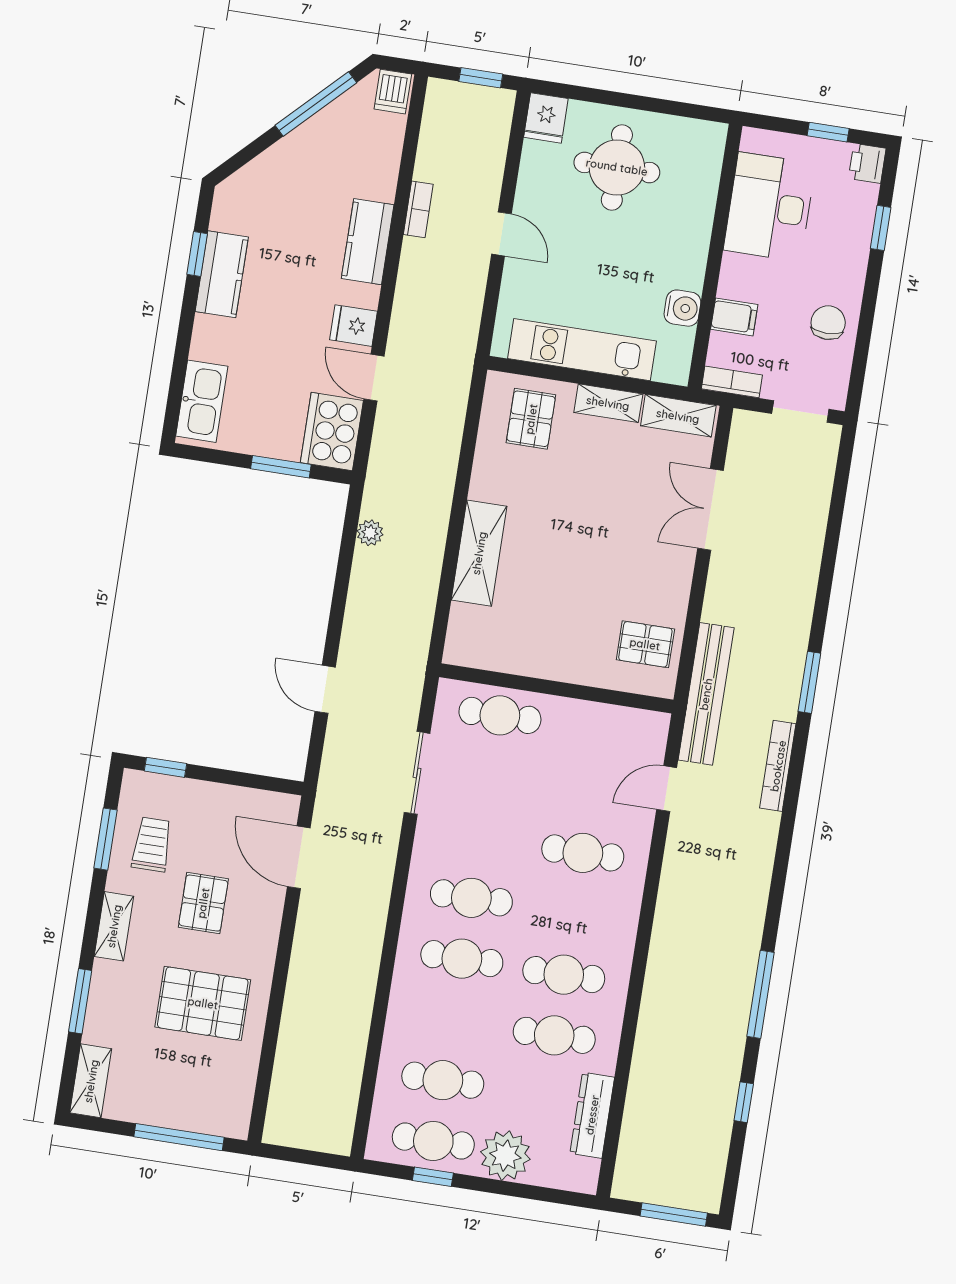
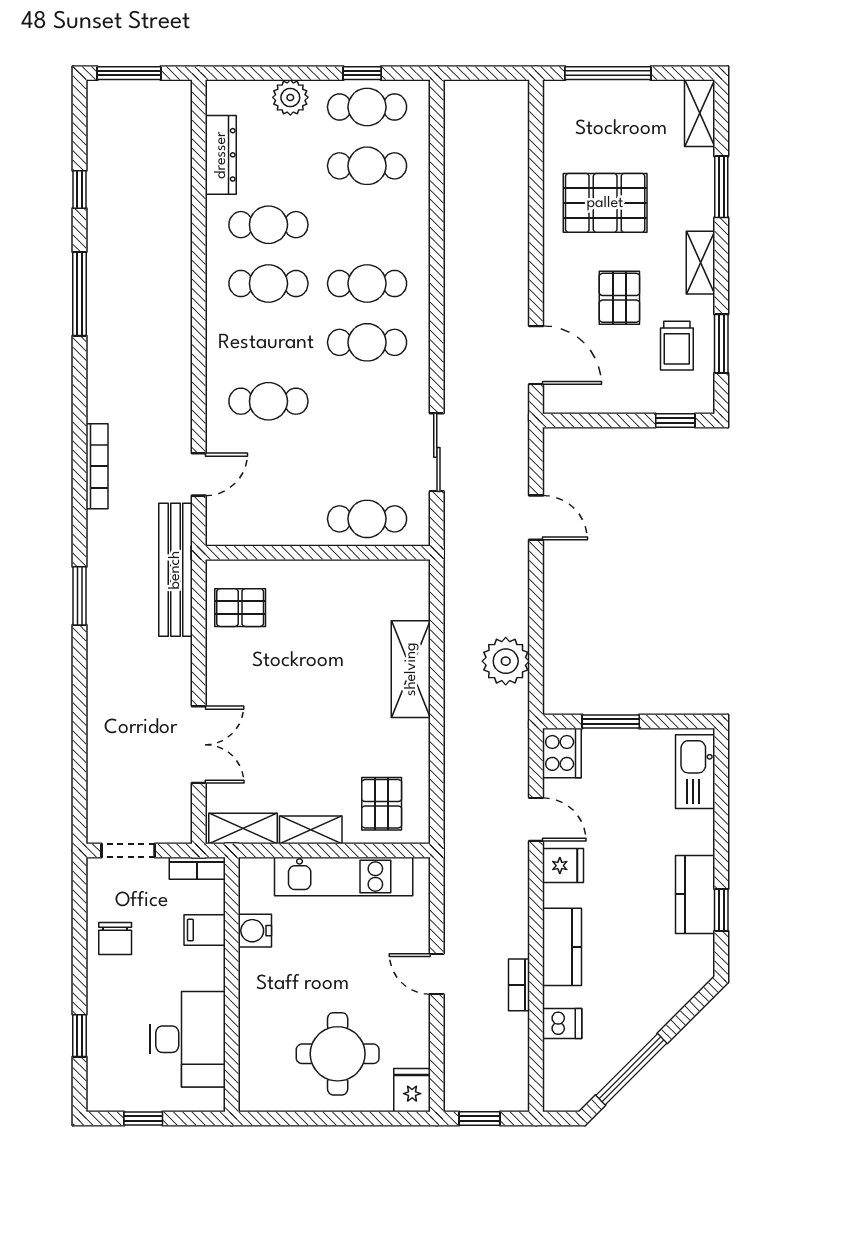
dishwasher: (393, 92) -> (562, 1024), moved, turned 90
printer: (867, 163) -> (102, 1095), removed
cooker: (332, 432) -> (562, 753), width x0.73, depth x0.76
plant: (370, 533) -> (506, 661), width x1.88, depth x1.88
bookcase: (778, 766) -> (97, 466), moved
plant: (505, 1156) -> (290, 97), width x0.73, depth x0.73

